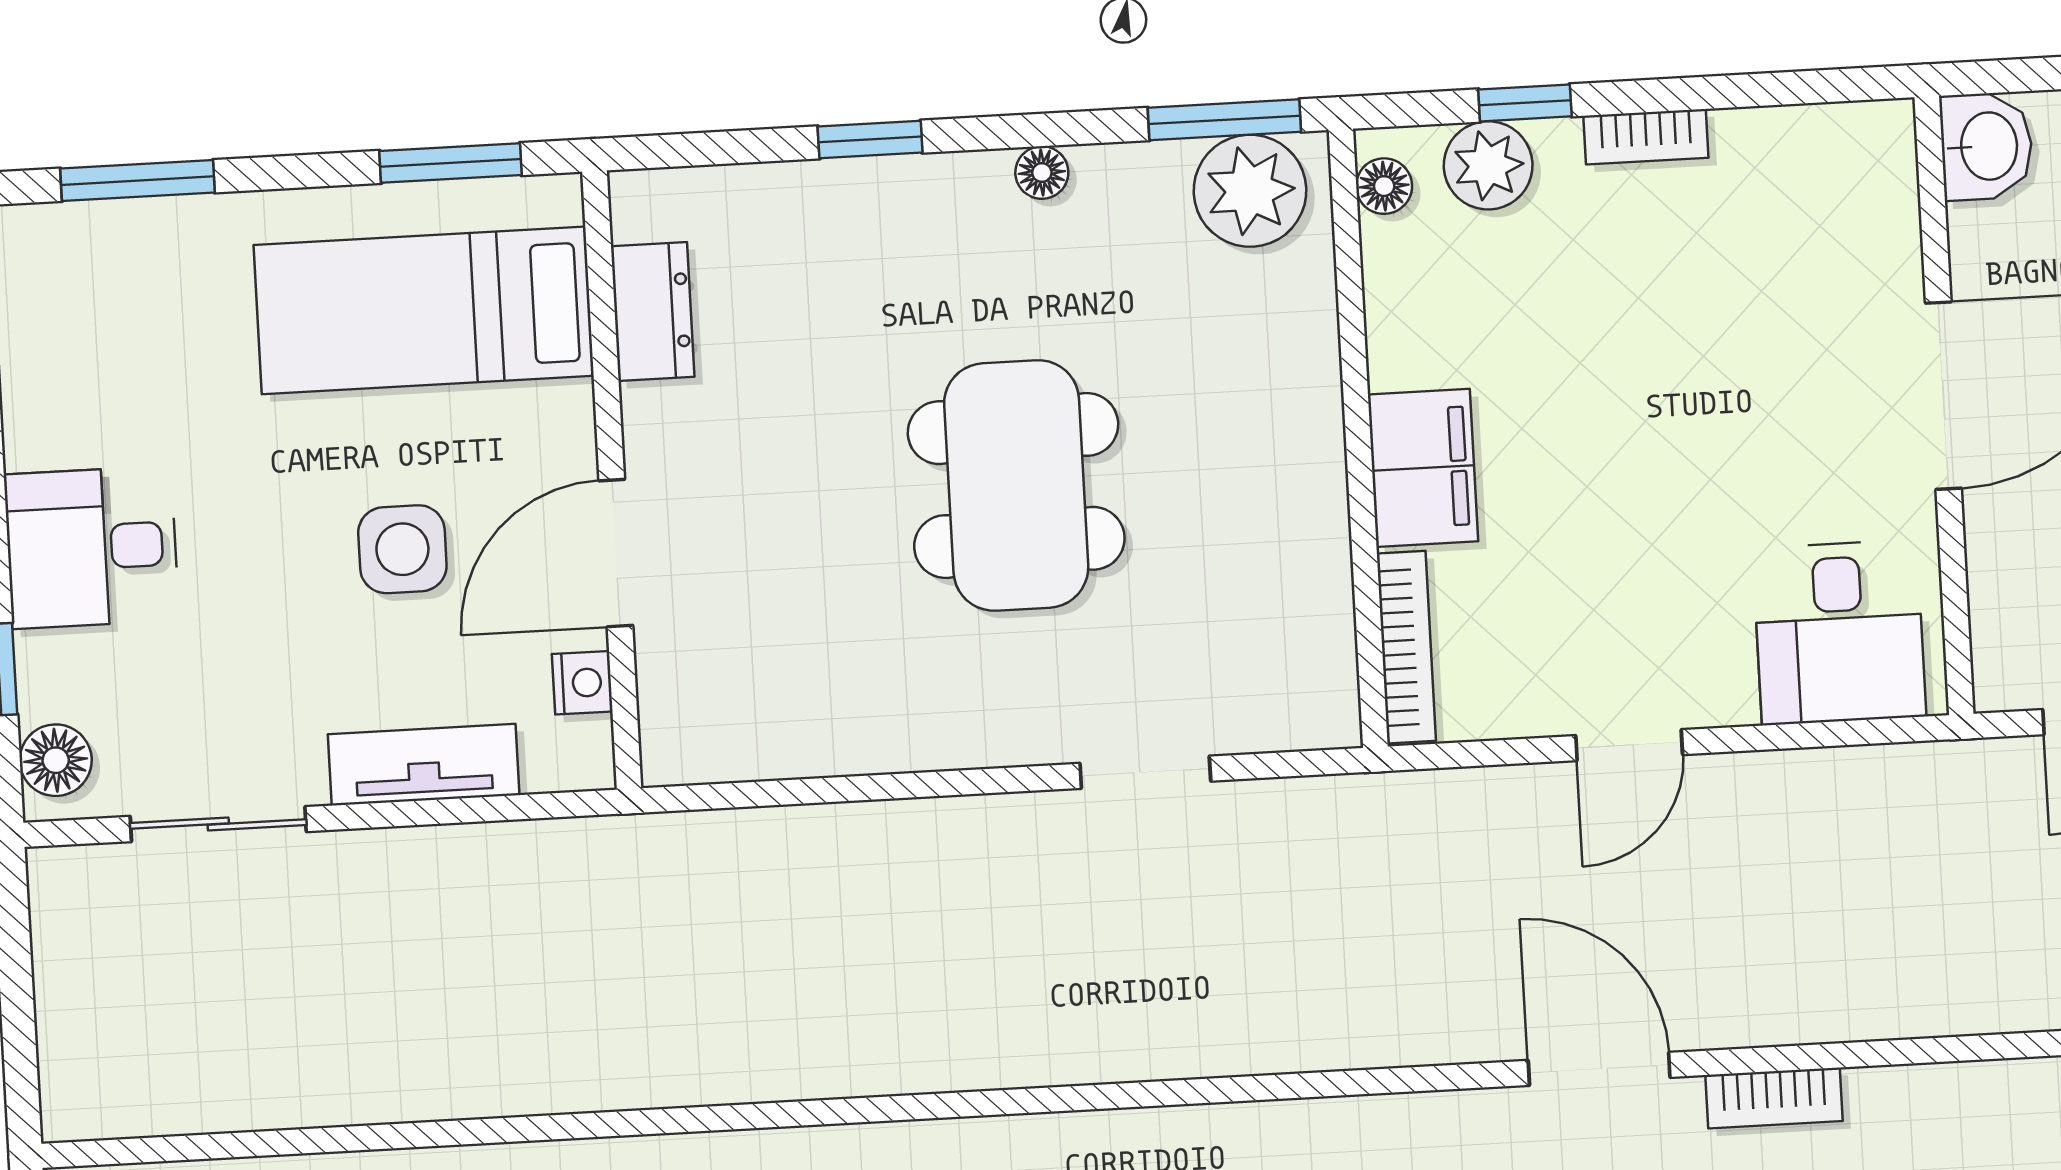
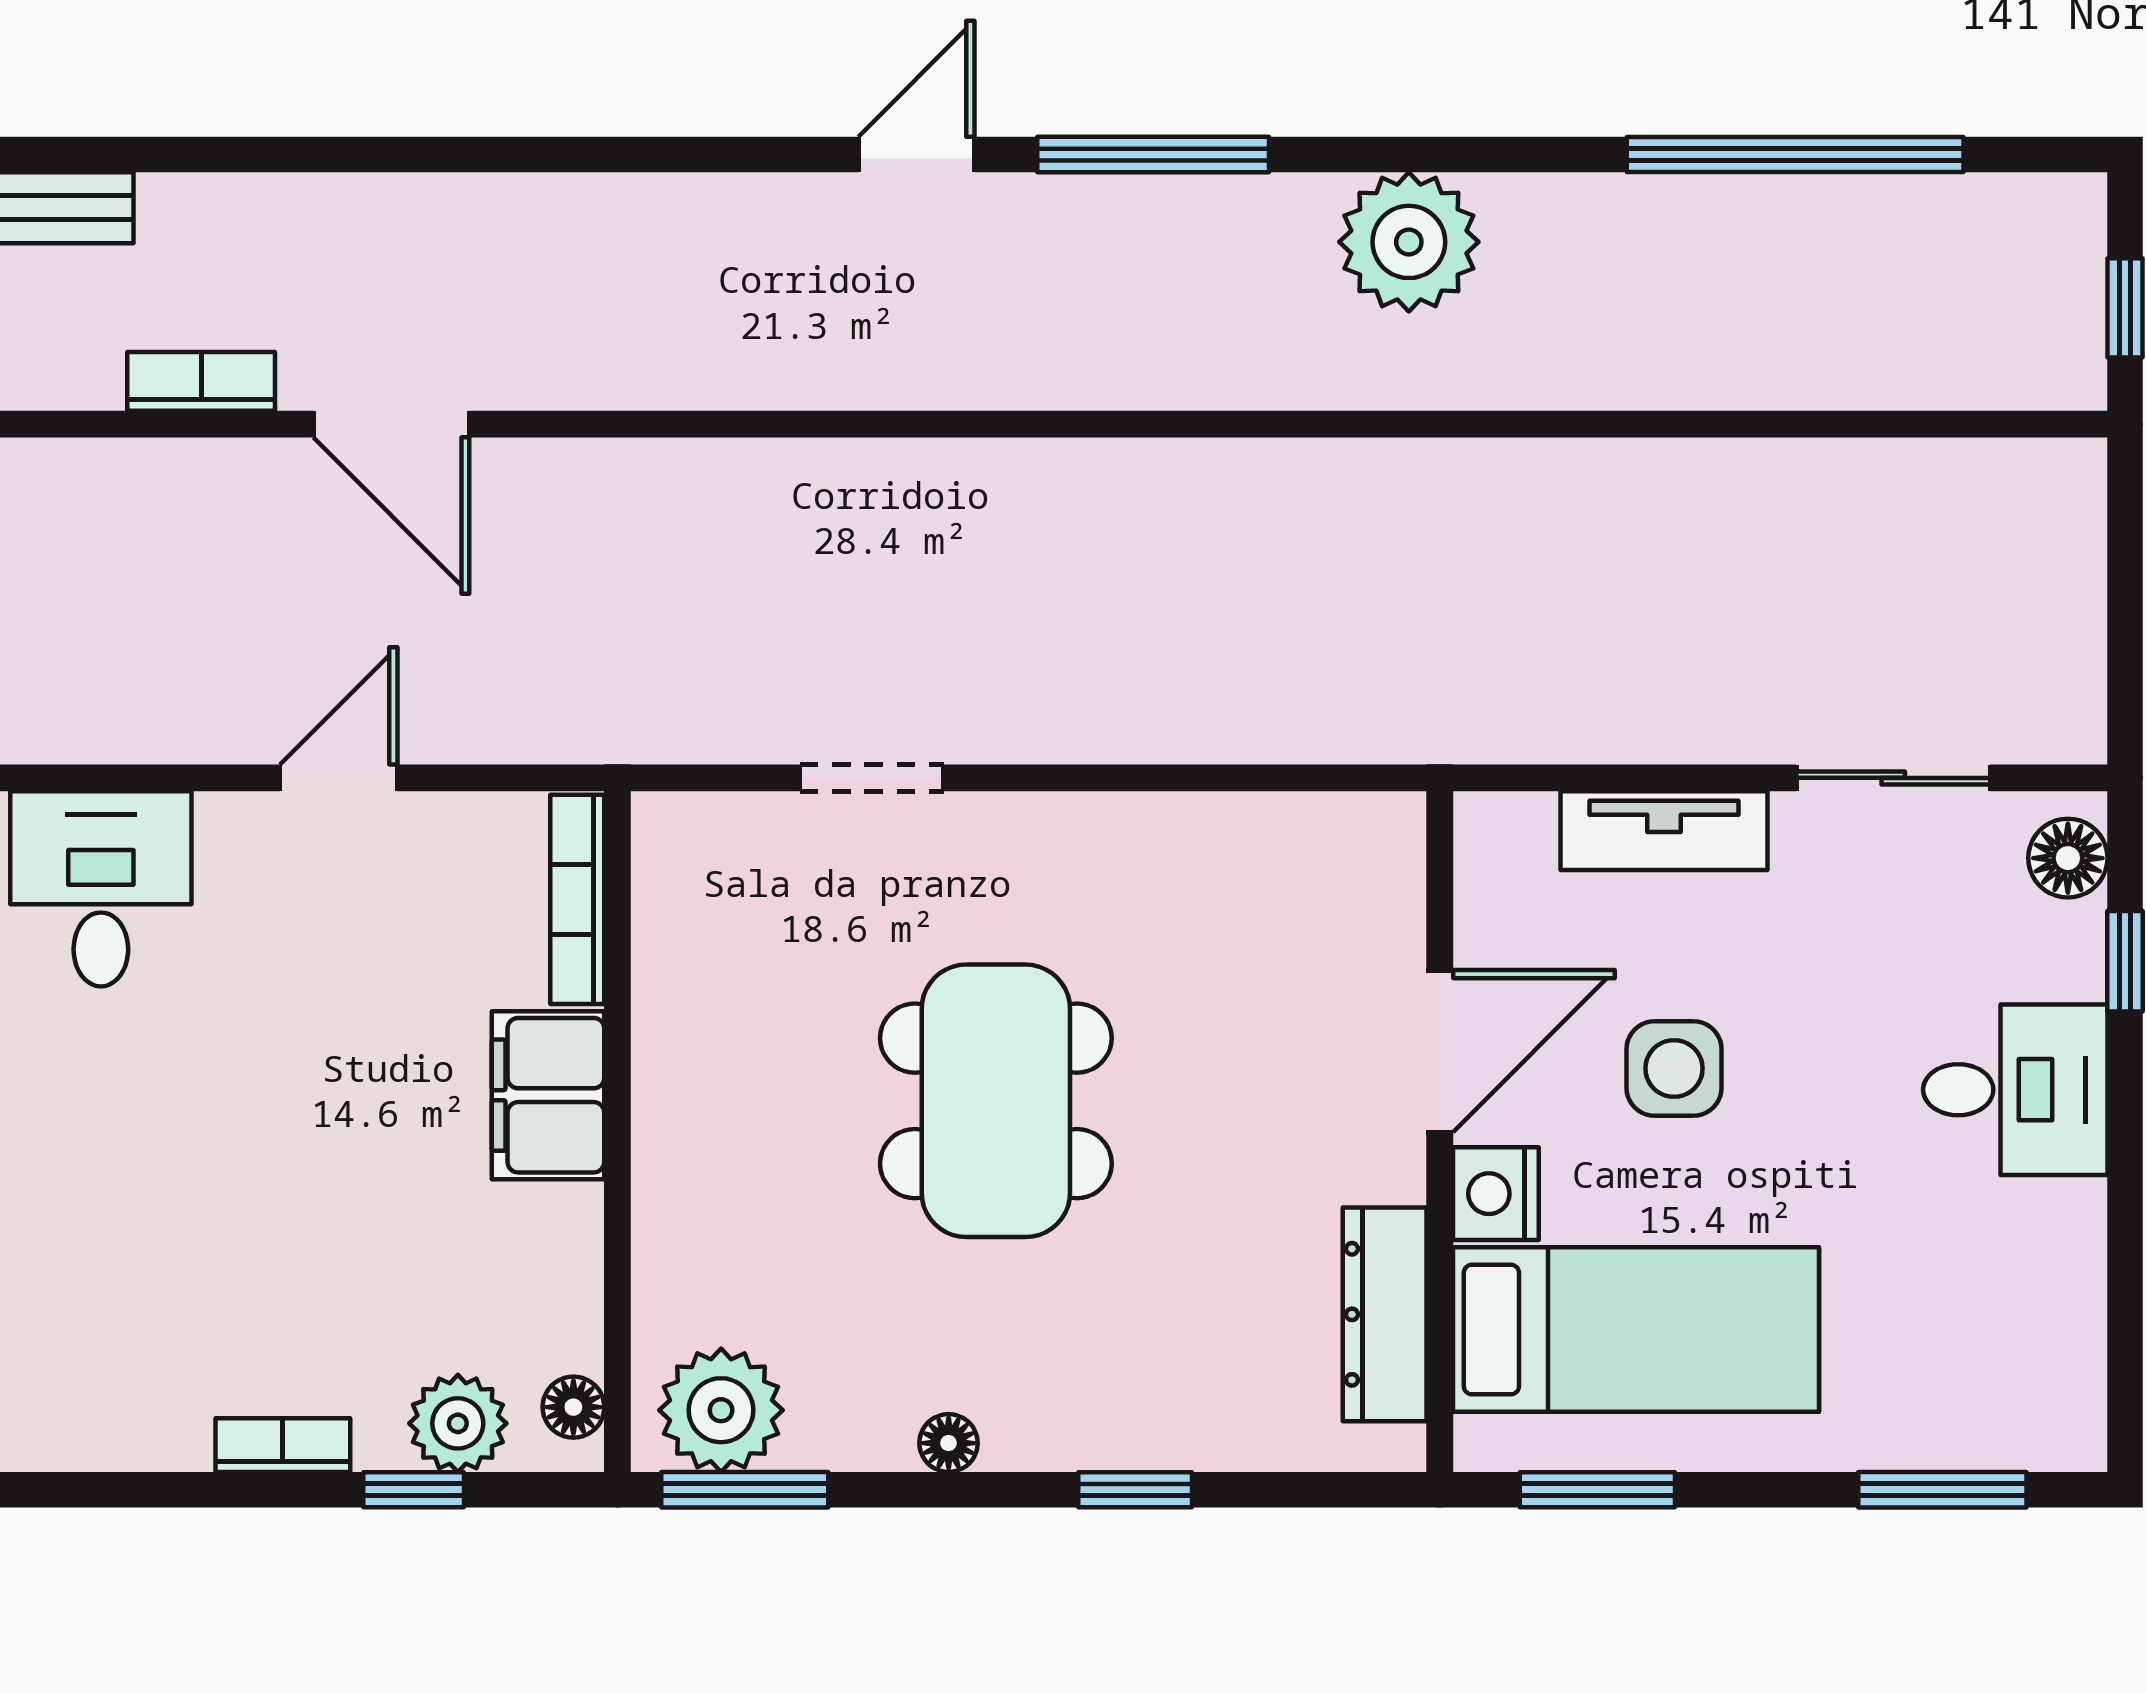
dresser: (653, 311) -> (1385, 1314), width x1.44
nightstand: (582, 683) -> (1496, 1194), moved, width x1.39, depth x1.35

